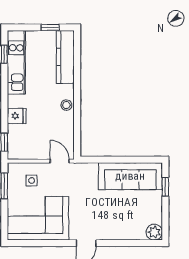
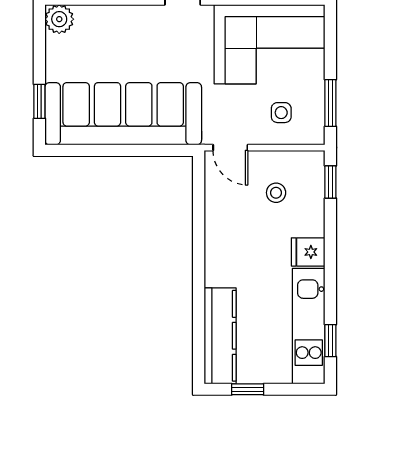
stool: (66, 105) -> (276, 193), moved
fridge: (17, 116) -> (308, 252), moved
sofa: (130, 176) -> (123, 114), width x1.36, depth x1.27

